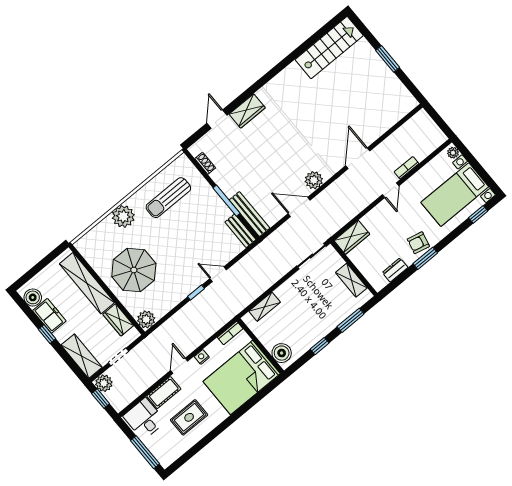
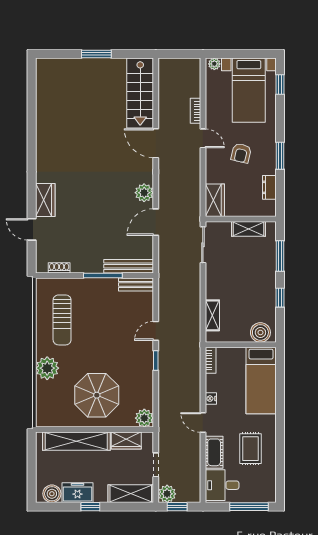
stairs: (329, 48) -> (140, 93), moved, turned 180
armchair: (418, 243) -> (241, 153), moved
bed: (242, 378) -> (261, 380), width x0.67

